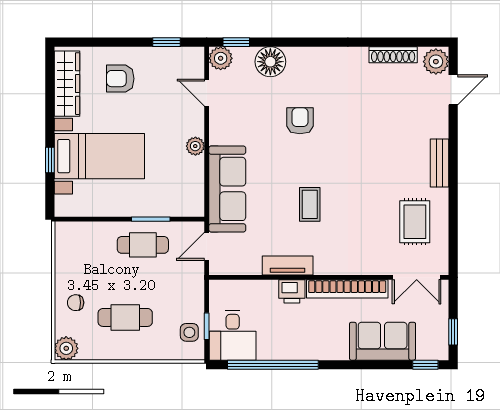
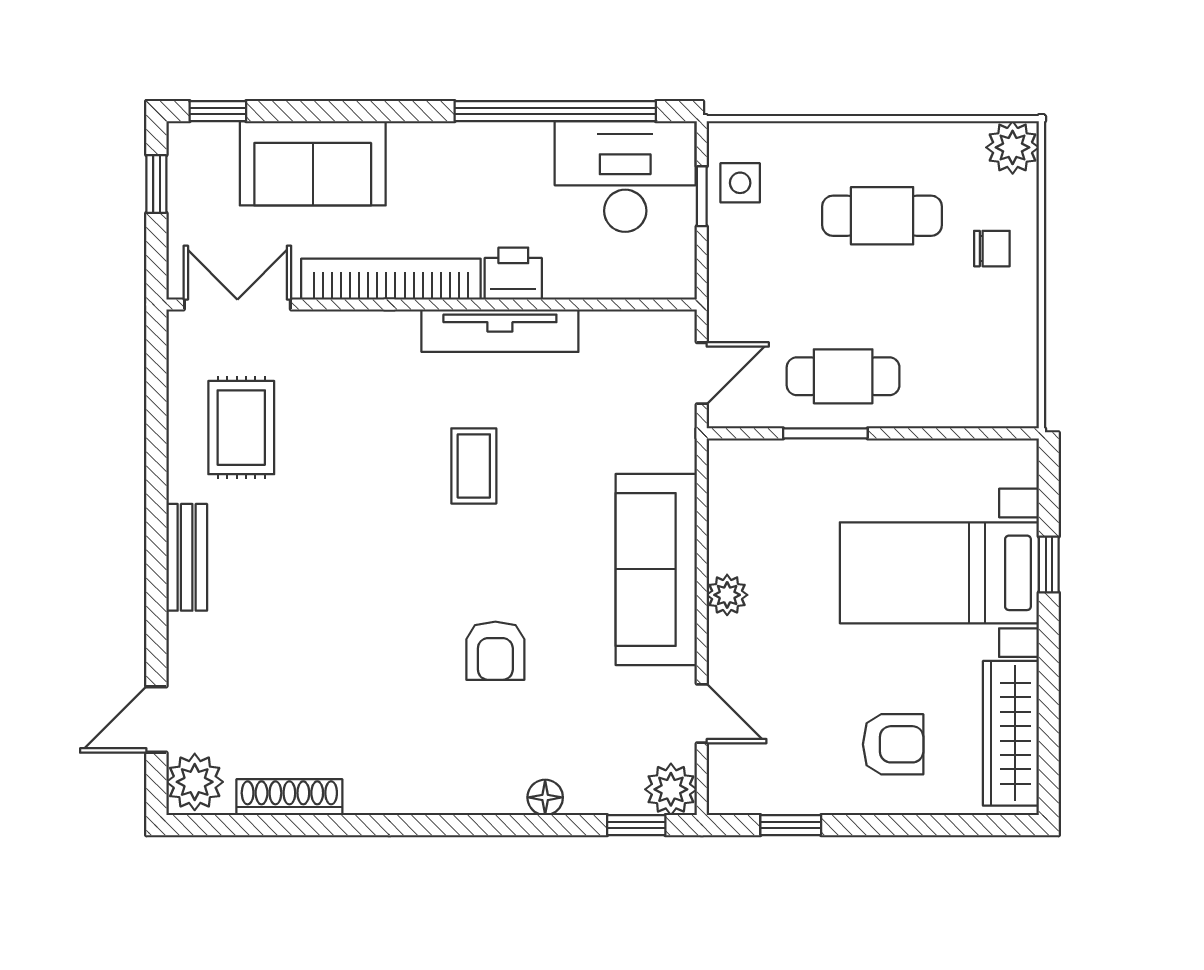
floor lamp: (270, 62) -> (545, 797), width x0.53, depth x0.53
sofa: (227, 189) -> (656, 569), moved
tv unit: (288, 266) -> (500, 331), width x1.41
desk: (233, 335) -> (625, 176), width x1.37

